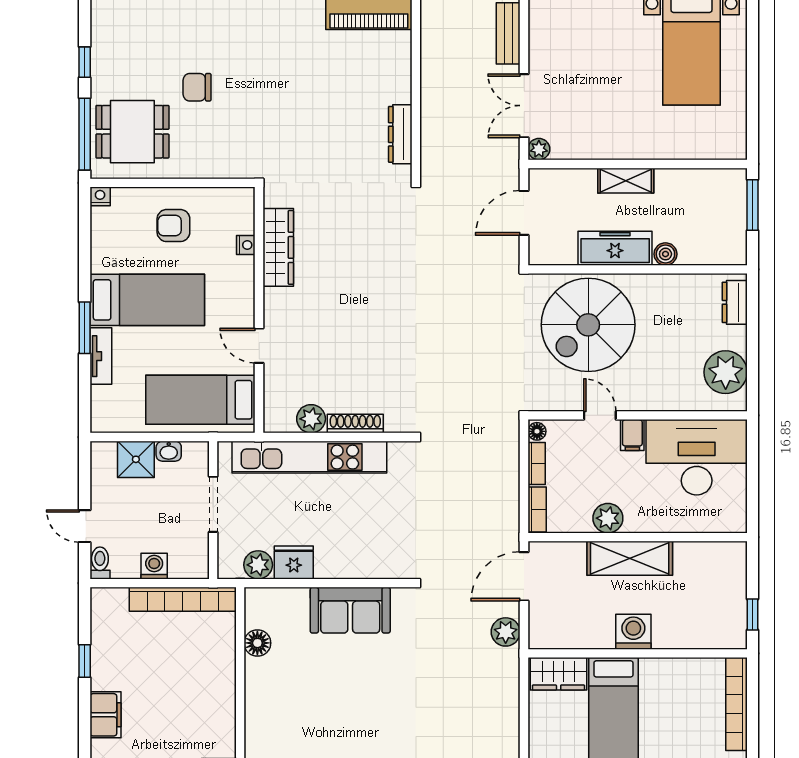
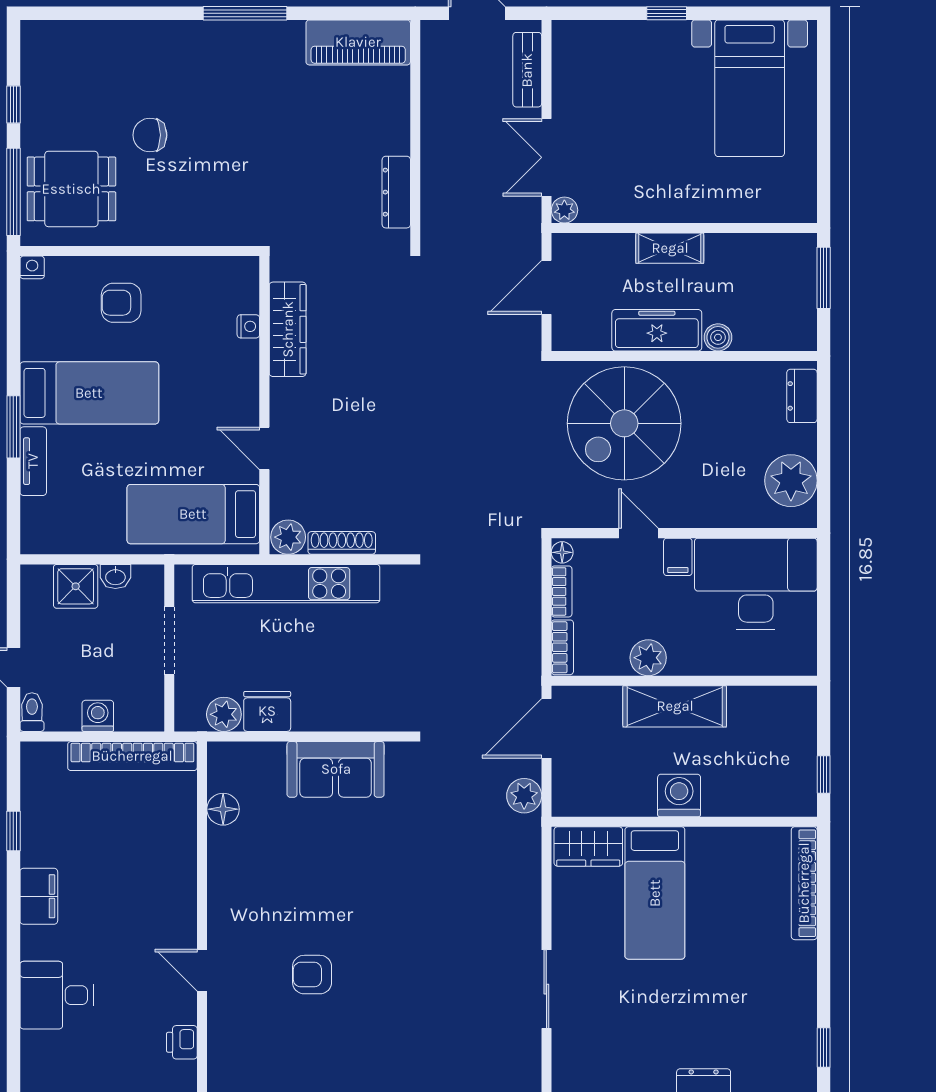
nightstand: (246, 245) -> (248, 326), moved
wardrobe: (278, 247) -> (288, 329), moved
wall: (259, 310) -> (264, 405), moved
door: (259, 346) -> (264, 448), moved
bed: (200, 400) -> (193, 514), moved

